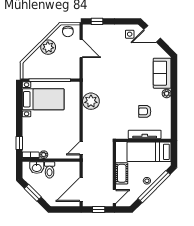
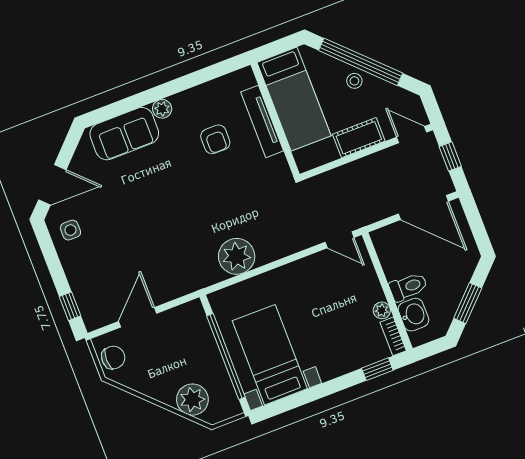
door: (152, 34) -> (52, 185), hinge flipped
plant: (48, 47) -> (192, 400), moved

